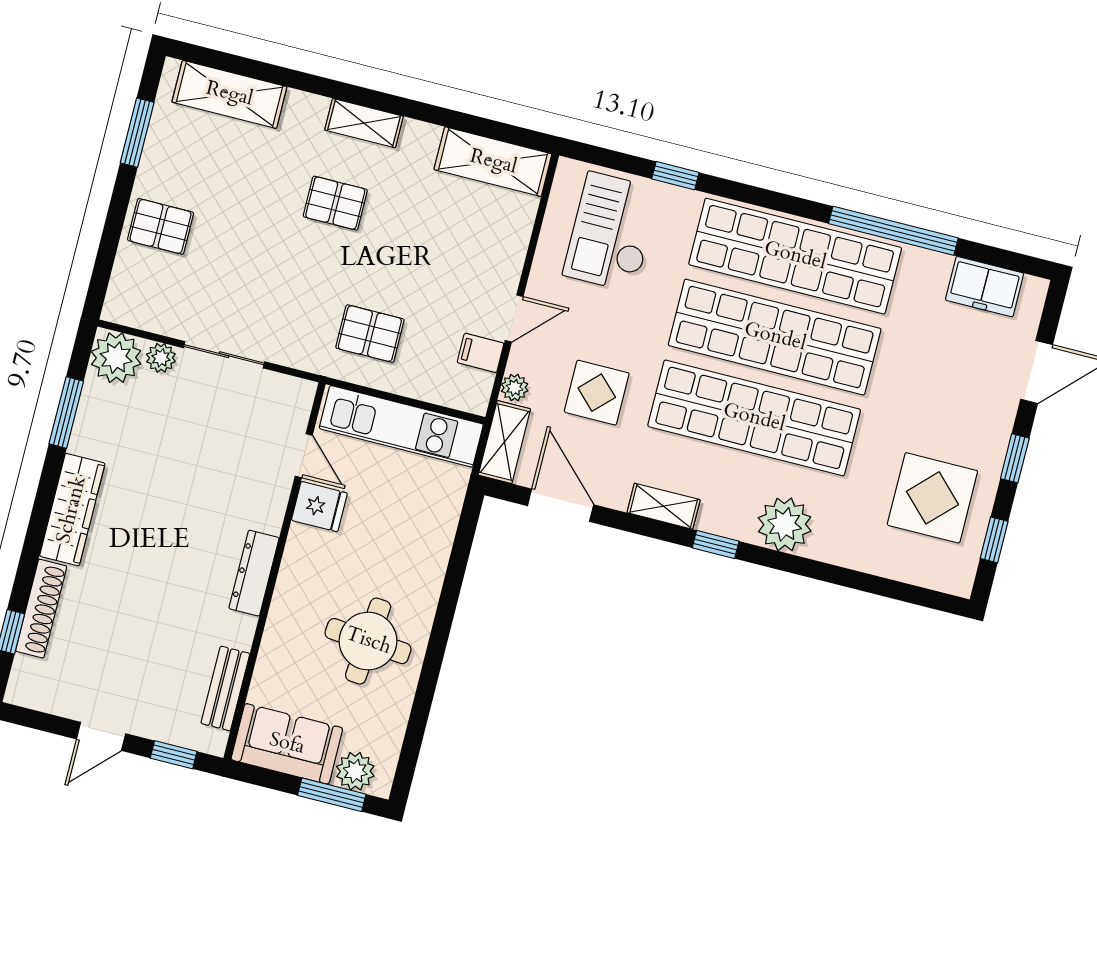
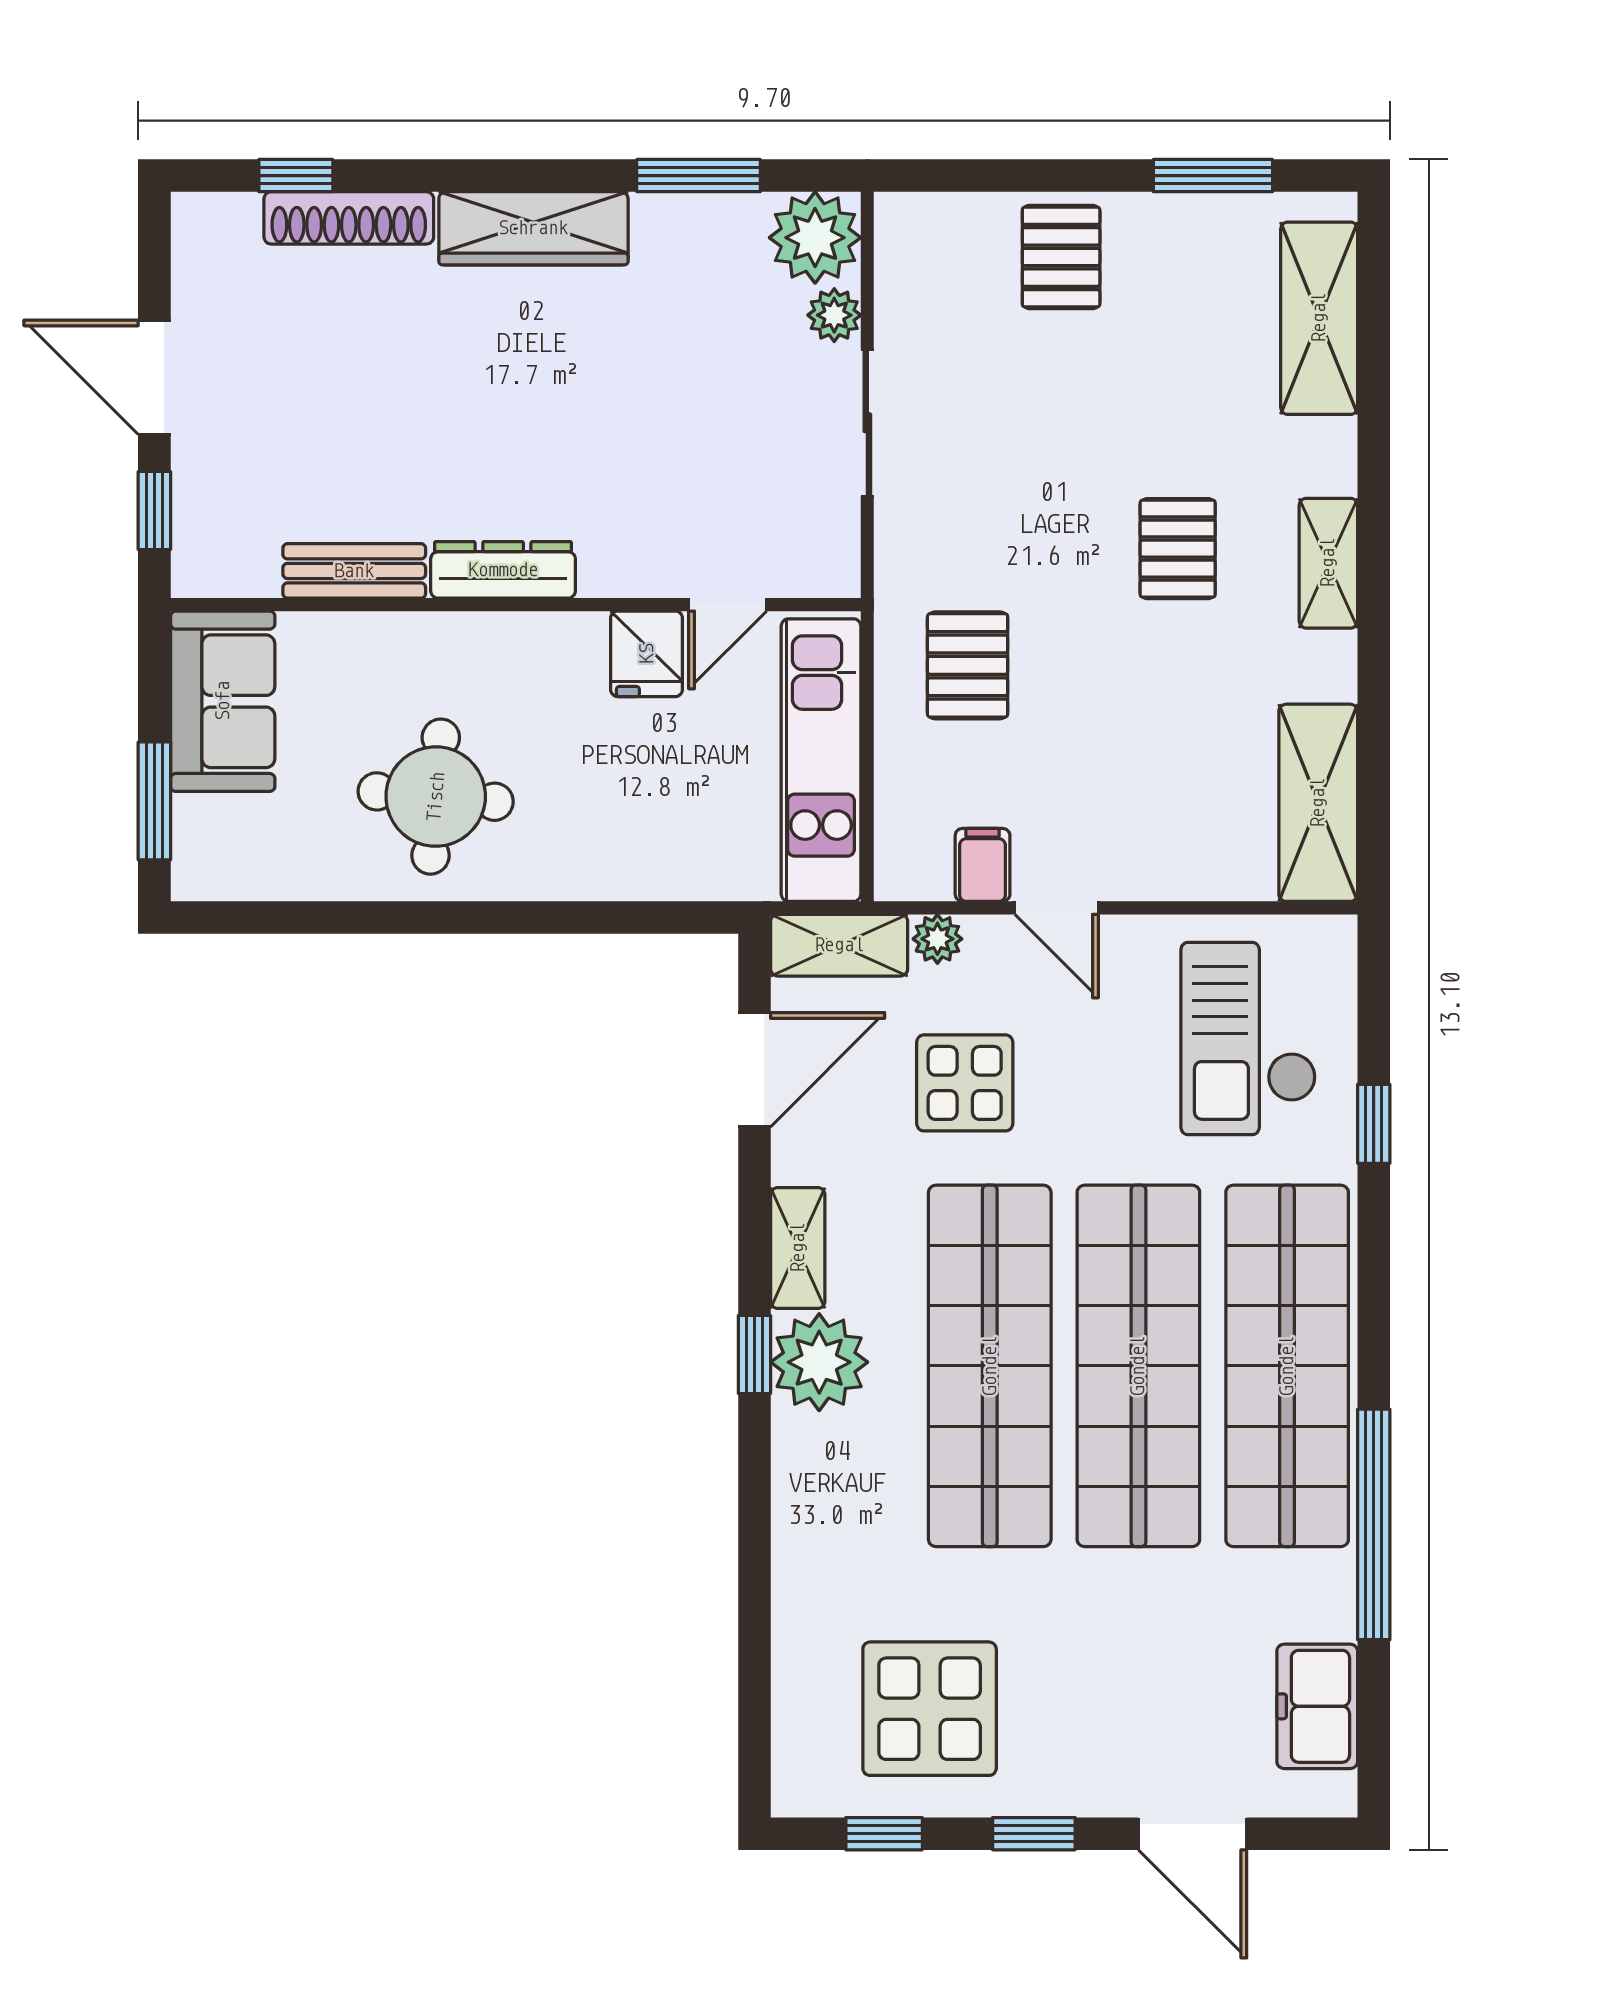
checkout: (612, 232) -> (1248, 1039), turned -90
plant: (785, 524) -> (819, 1362), moved
bench: (225, 688) -> (354, 571), moved
door: (101, 736) -> (154, 377), width x1.38
plant: (355, 771) -> (205, 831), removed

